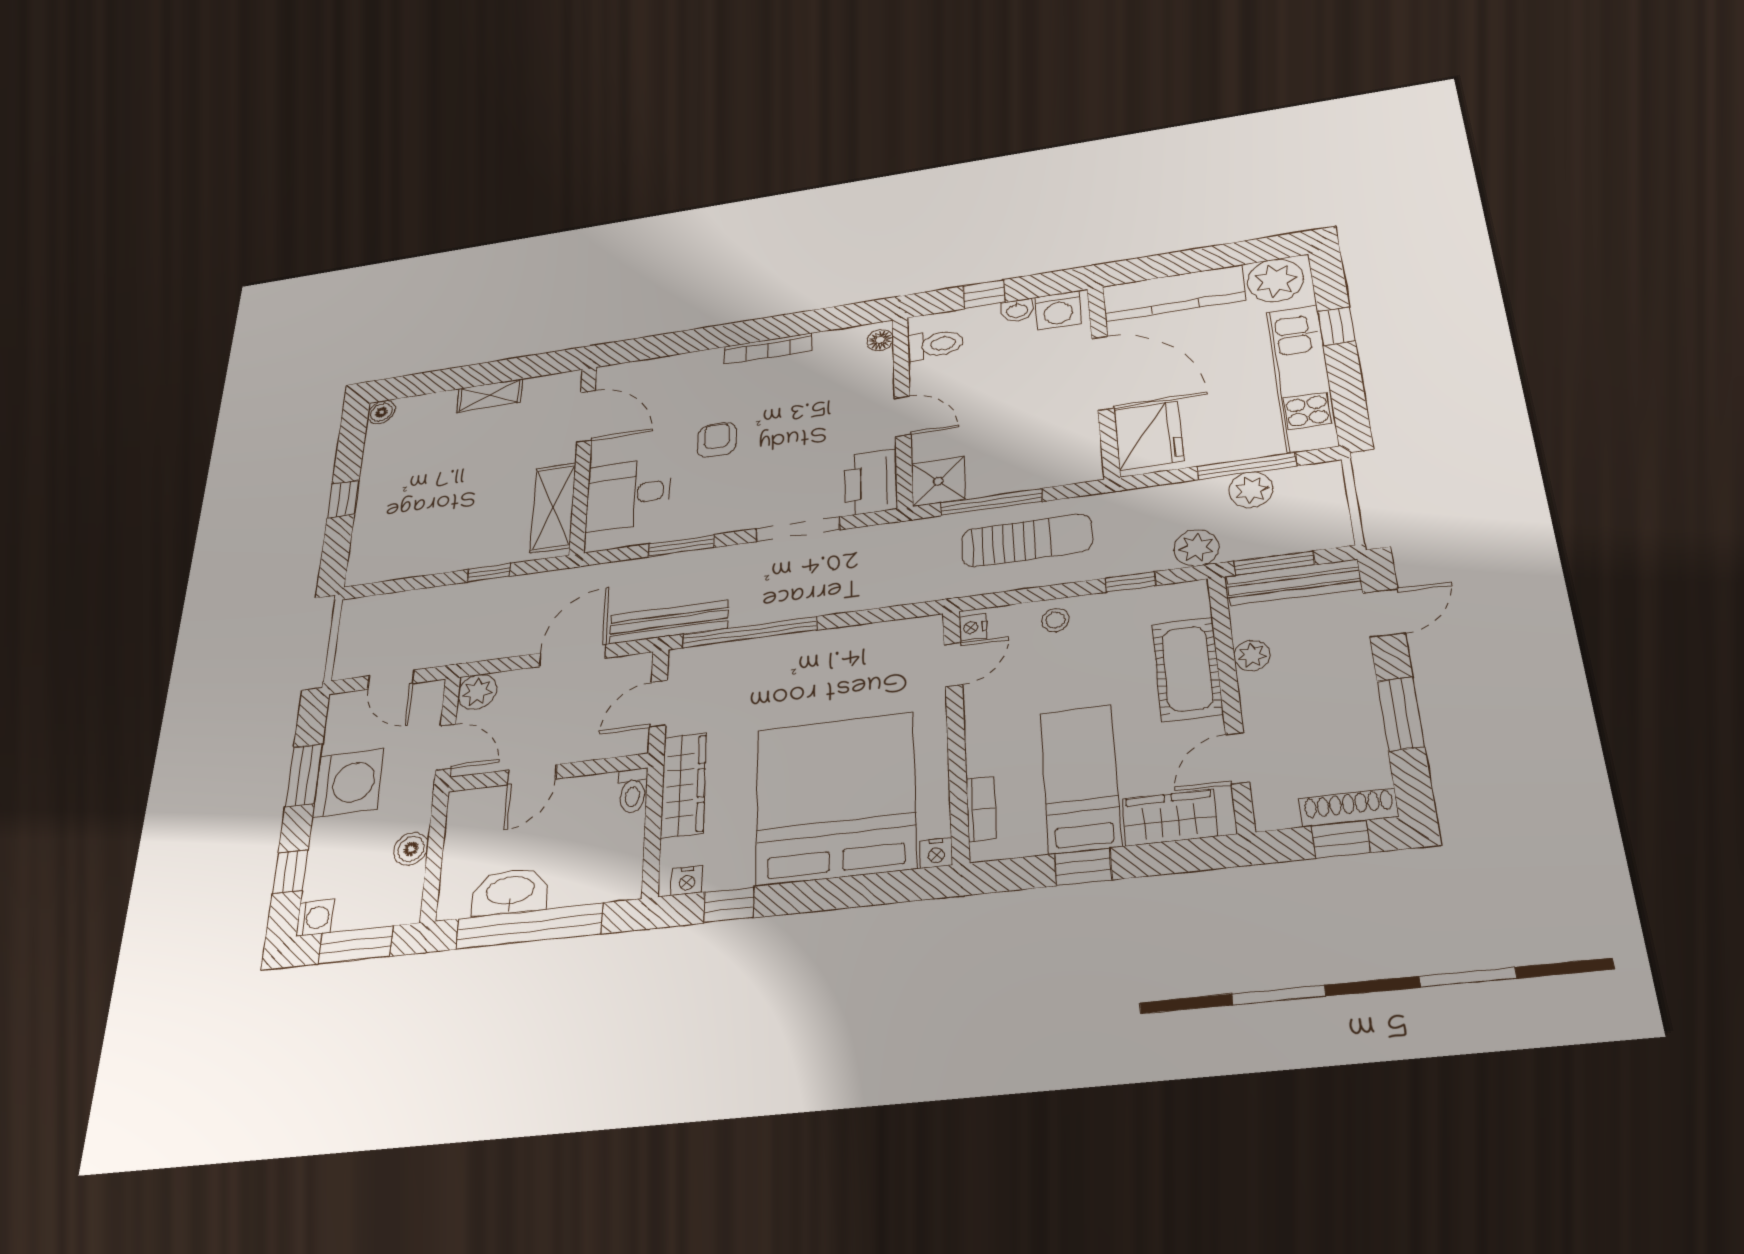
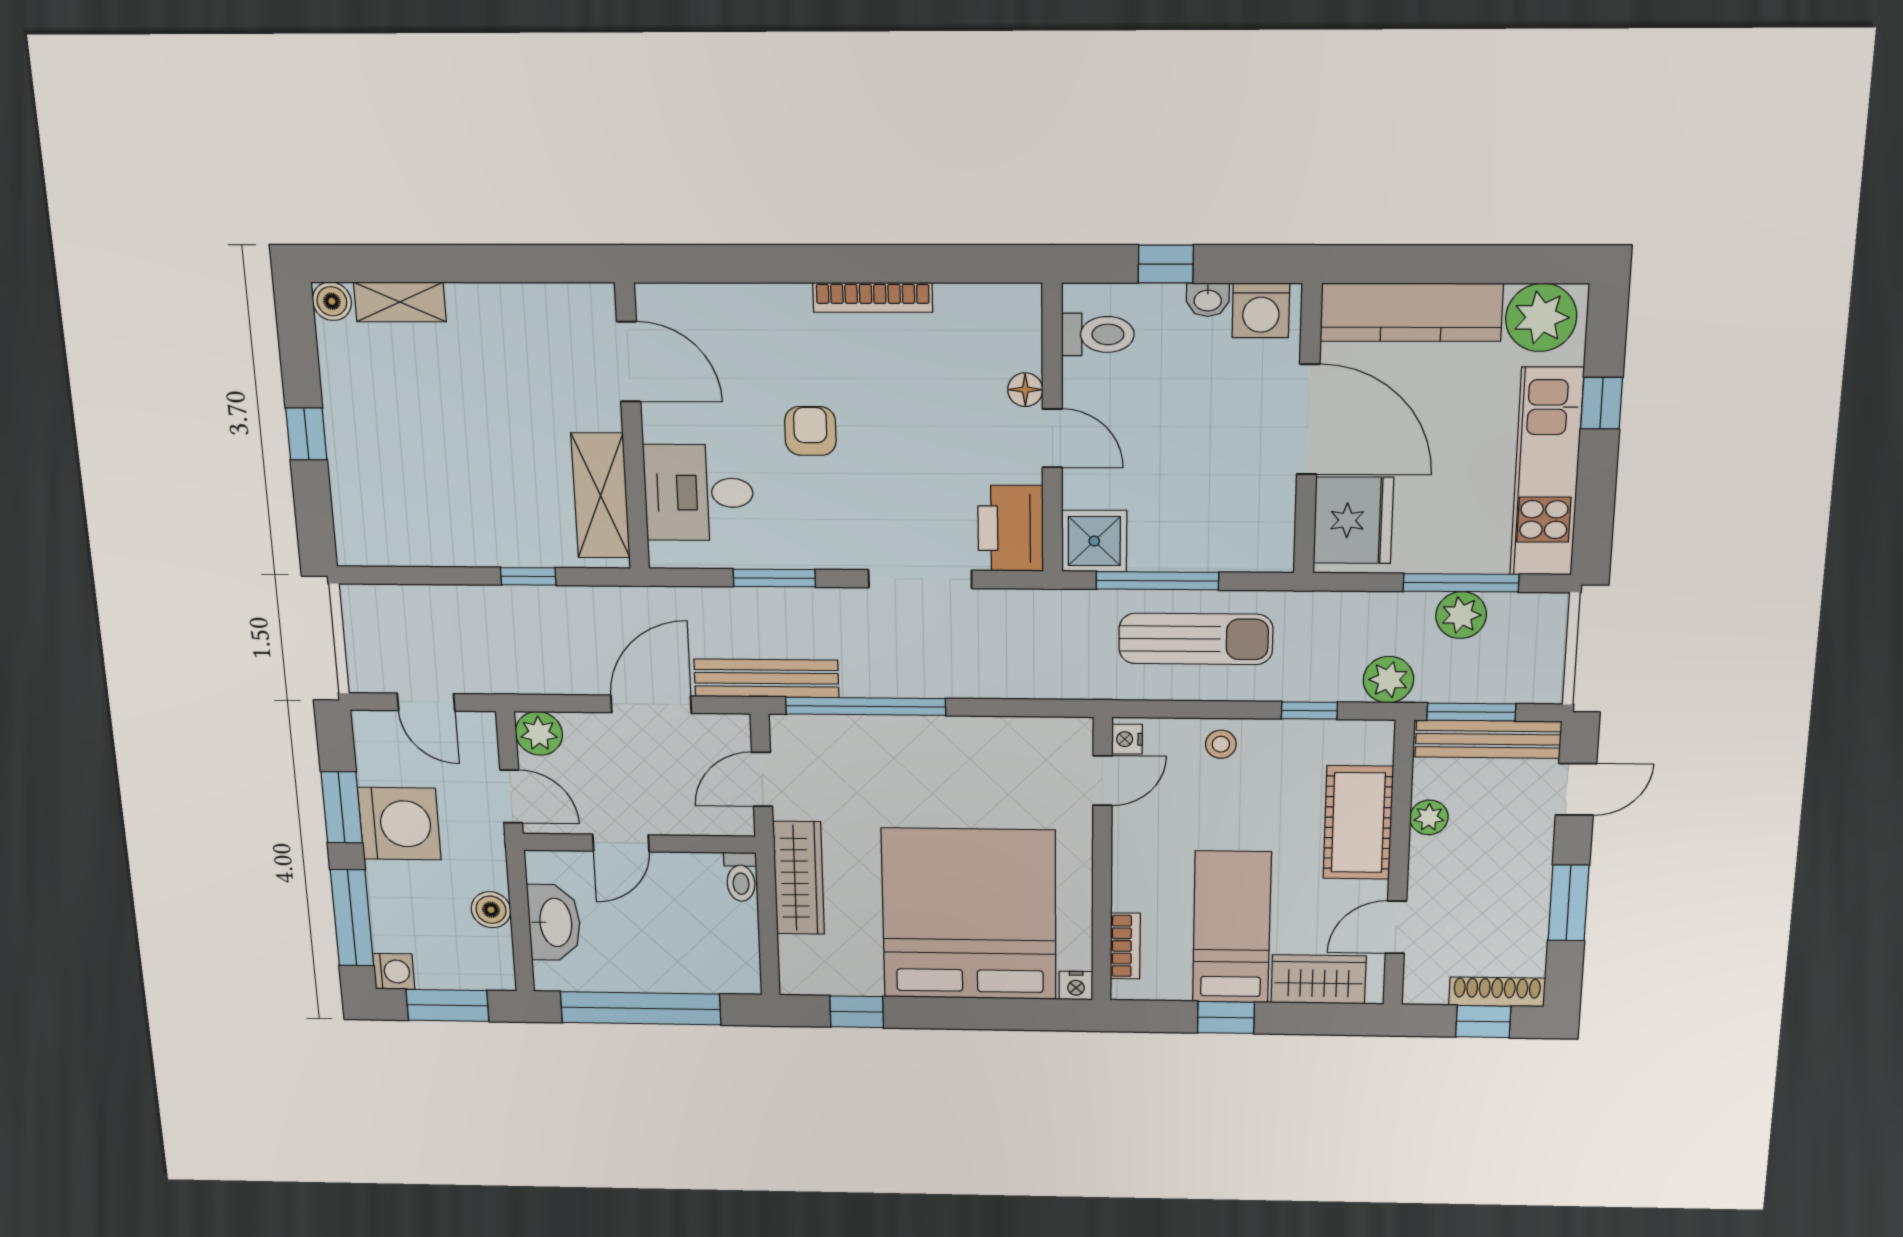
floor lamp: (880, 340) -> (1025, 390), moved
shelving: (490, 395) -> (400, 302), moved
window: (290, 872) -> (352, 918), width x2.17
nightstand: (687, 880) -> (810, 982), removed
washbasin: (510, 892) -> (554, 922), moved, turned 90

